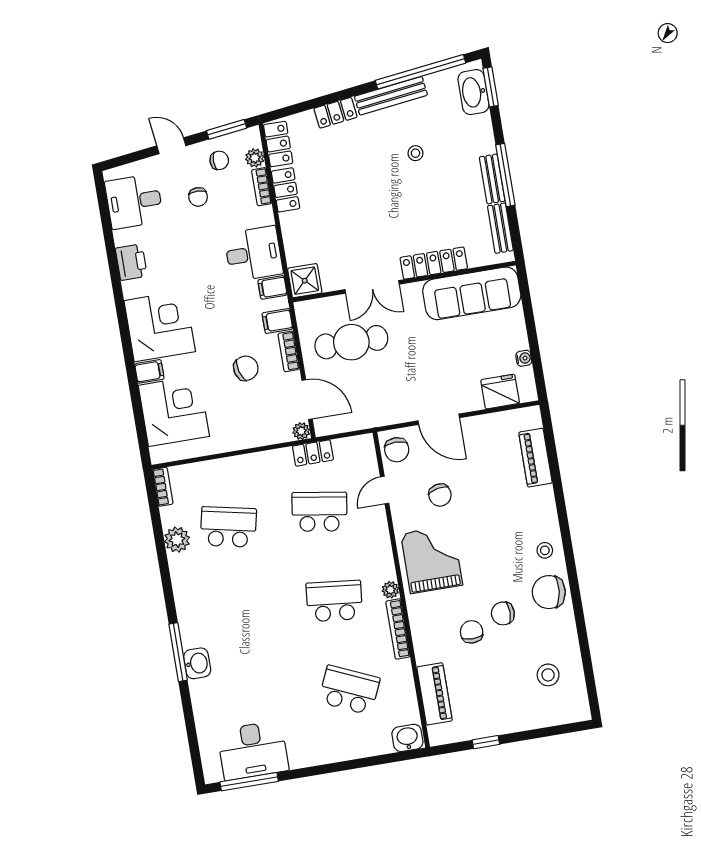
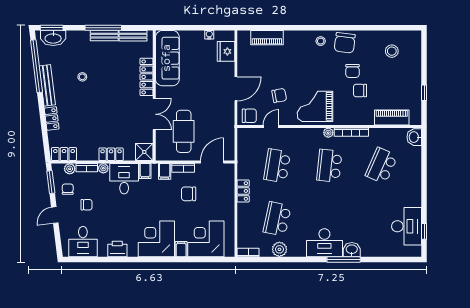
locker: (286, 190) -> (111, 154), moved
chair: (246, 368) -> (189, 194), turned -74
plant: (301, 431) -> (103, 168), moved
locker: (313, 453) -> (243, 191), moved
door: (385, 490) -> (271, 126), swing flipped
desk: (201, 615) -> (324, 243), added
window: (249, 782) -> (424, 231), width x0.46

